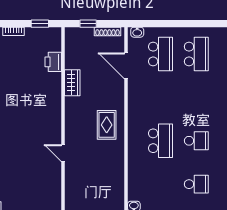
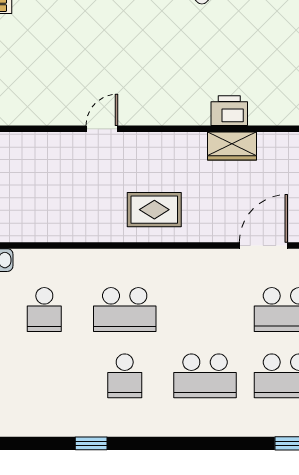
printer: (53, 62) -> (229, 111), moved
school desk: (196, 97) -> (205, 376), added
school desk: (196, 184) -> (44, 309), moved

